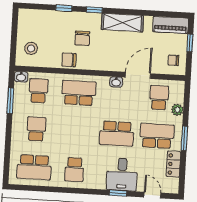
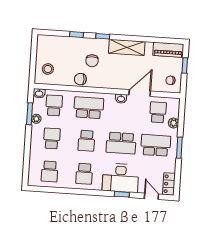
plant: (18, 106) -> (36, 119), added
school desk: (76, 131) -> (86, 141), added
locker: (174, 164) -> (169, 184), moved
school desk: (34, 167) -> (50, 171), width x0.54
desk: (122, 174) -> (121, 178), width x1.37

